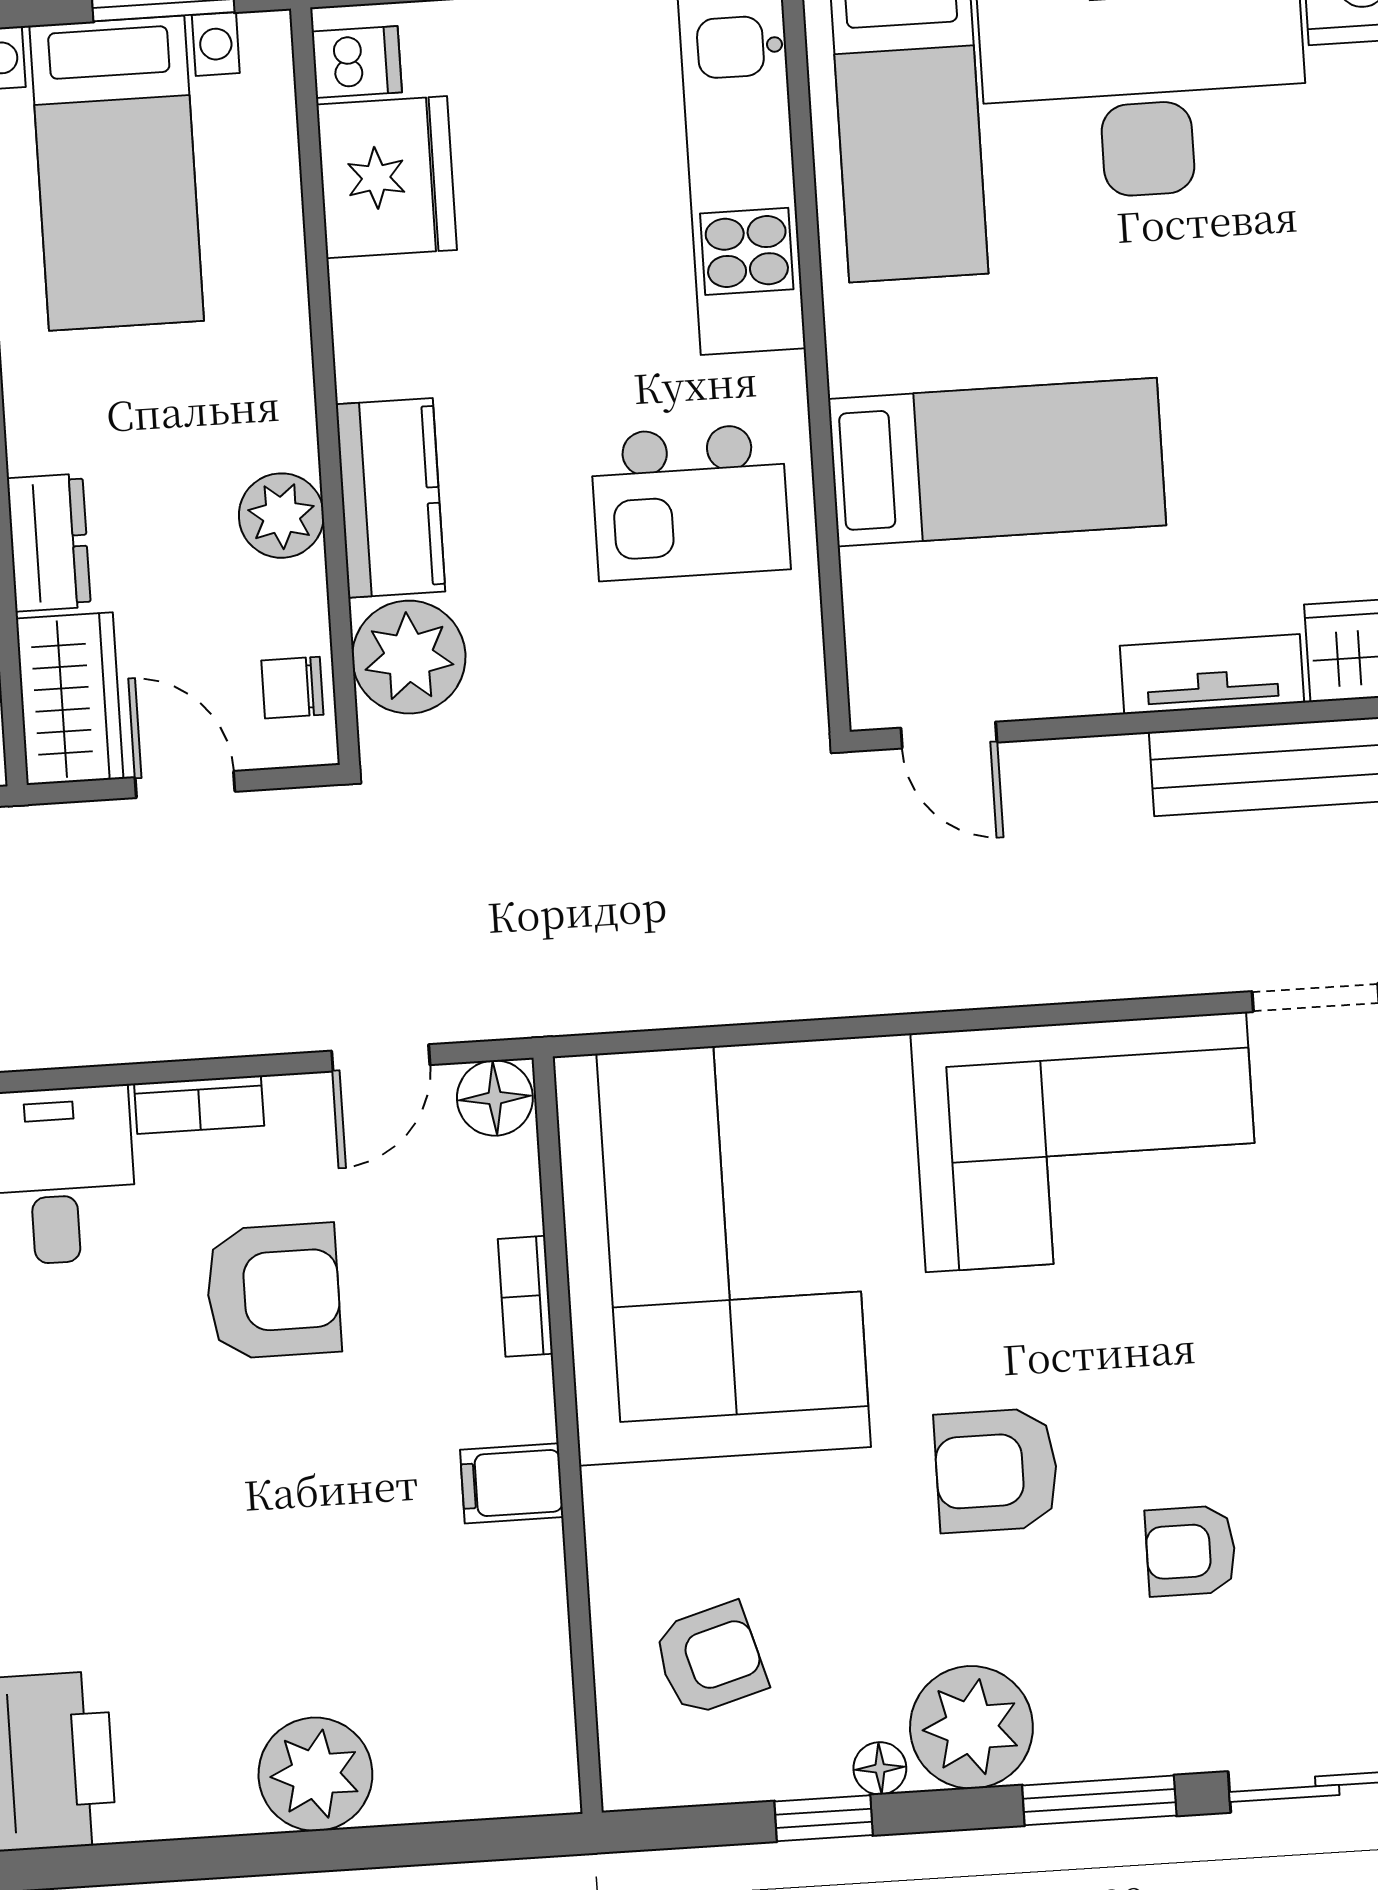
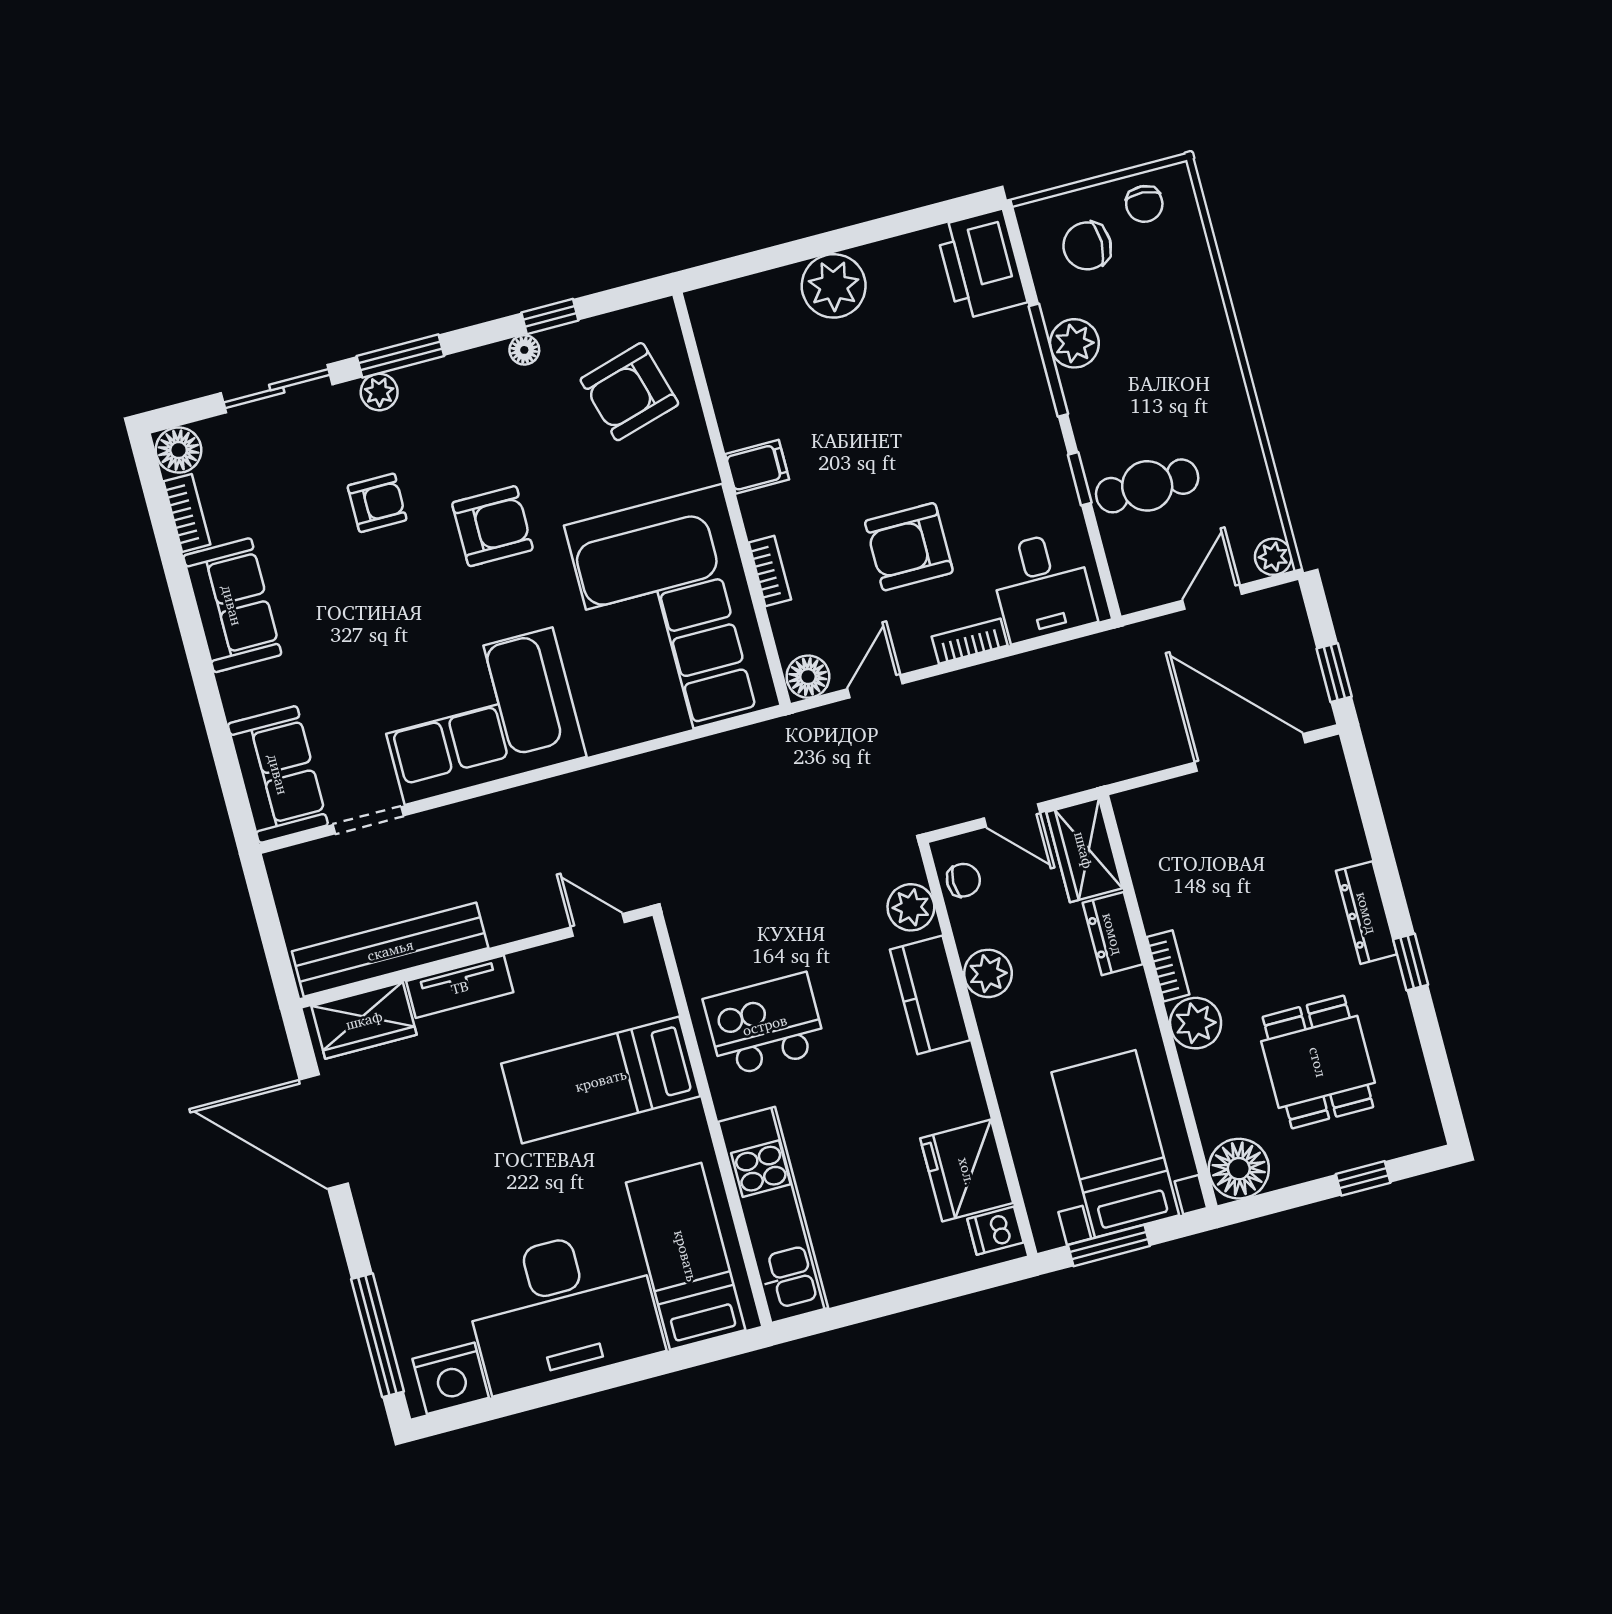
plant: (409, 657) -> (911, 907), width x0.73, depth x0.73
armchair: (710, 1659) -> (629, 392), width x1.38, depth x1.38
plant: (971, 1727) -> (379, 392), moved, width x0.53, depth x0.53

